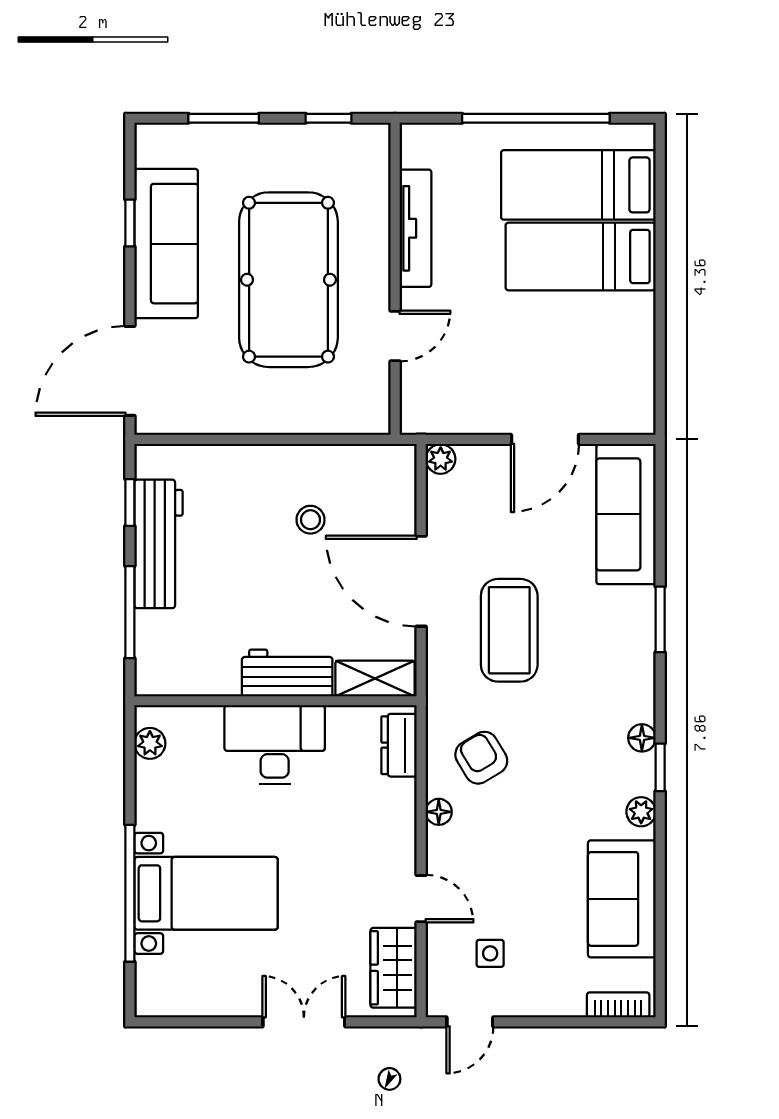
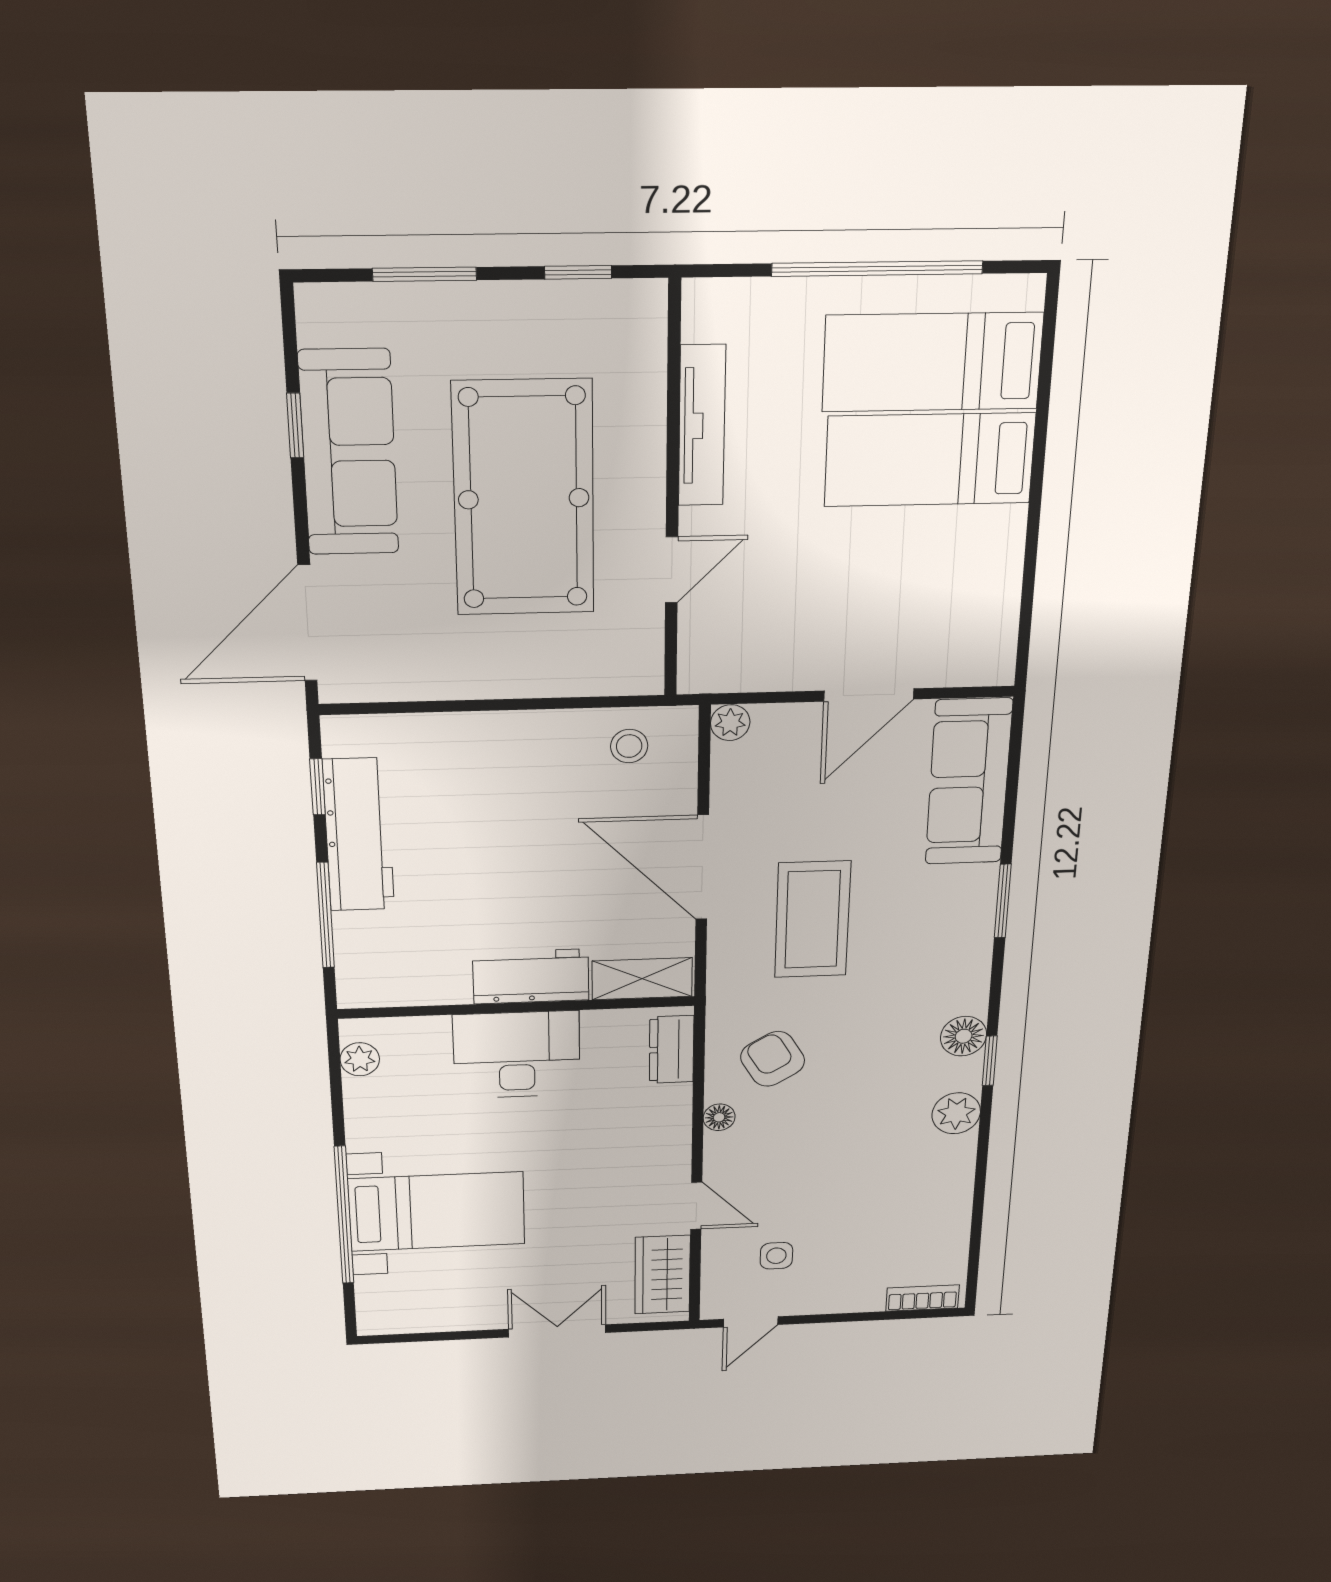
stool: (310, 520) -> (629, 746), moved
floor lamp: (642, 738) -> (964, 1036), width x1.37, depth x1.37
plant: (641, 812) -> (956, 1113), width x1.38, depth x1.38
sofa: (622, 899) -> (934, 1196), removed

